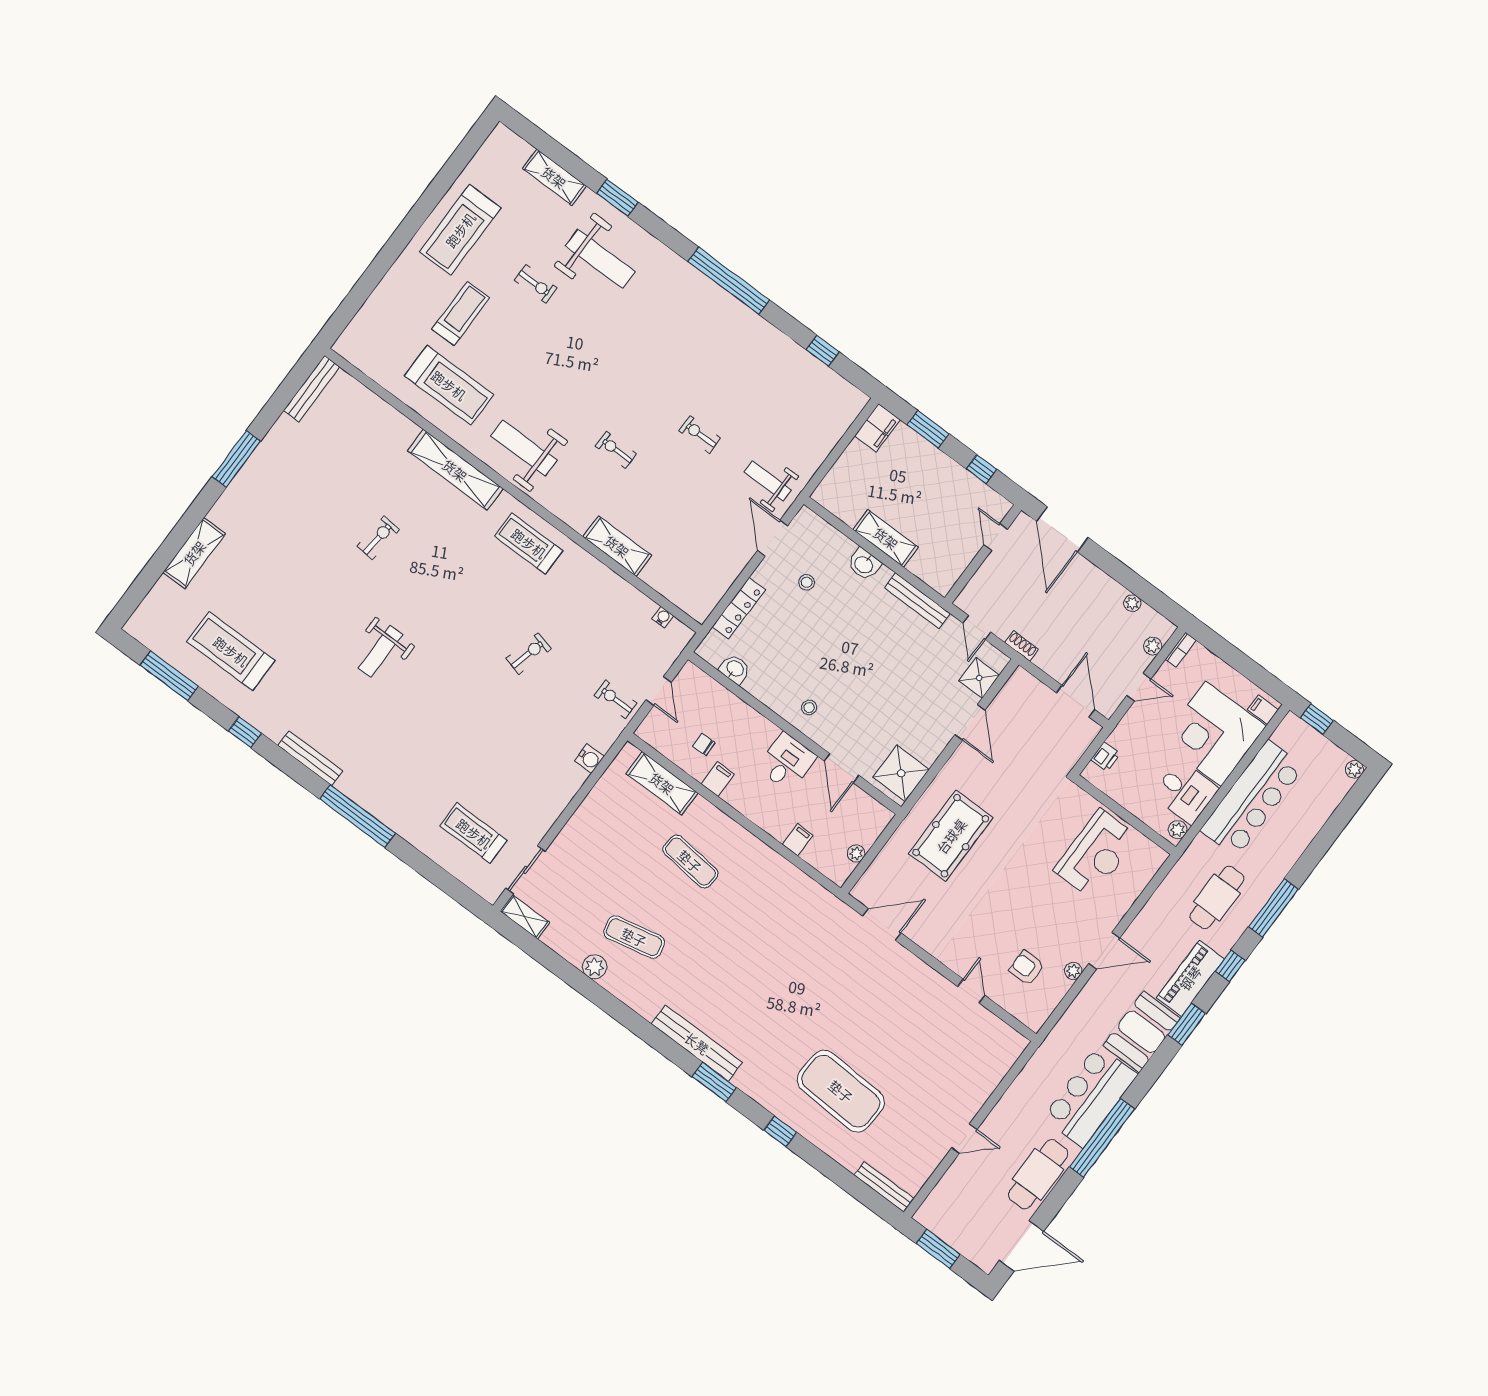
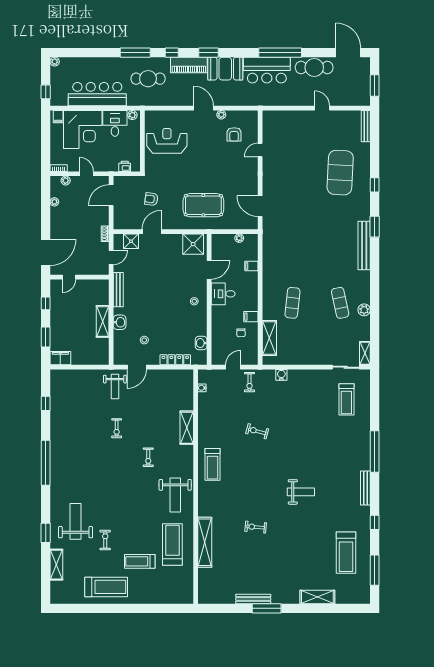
bench: (312, 389) -> (253, 599), moved
shelving: (455, 470) -> (205, 542), moved
armchair: (1022, 760) -> (151, 199), added

